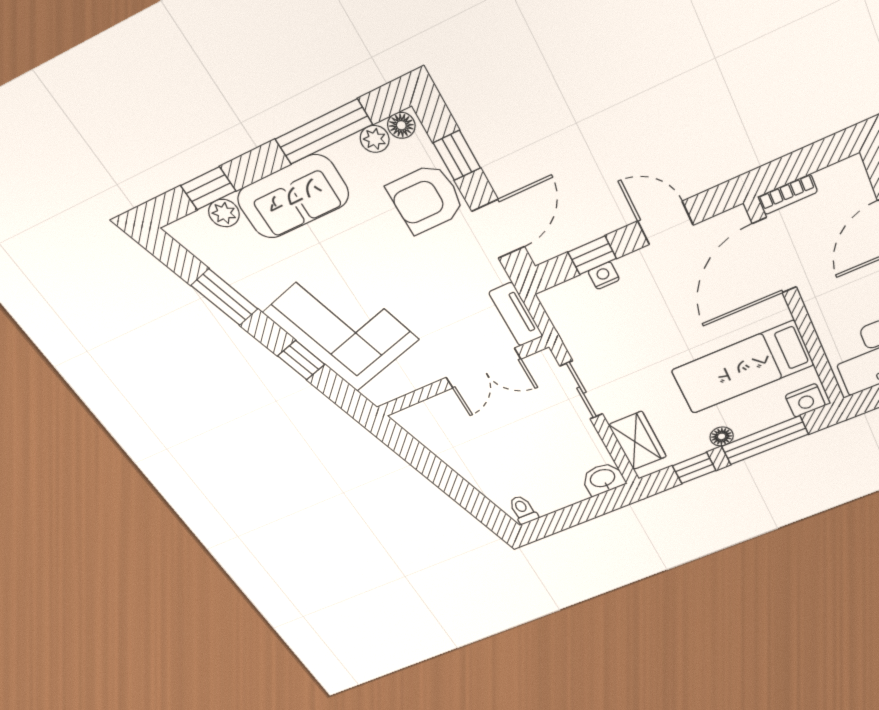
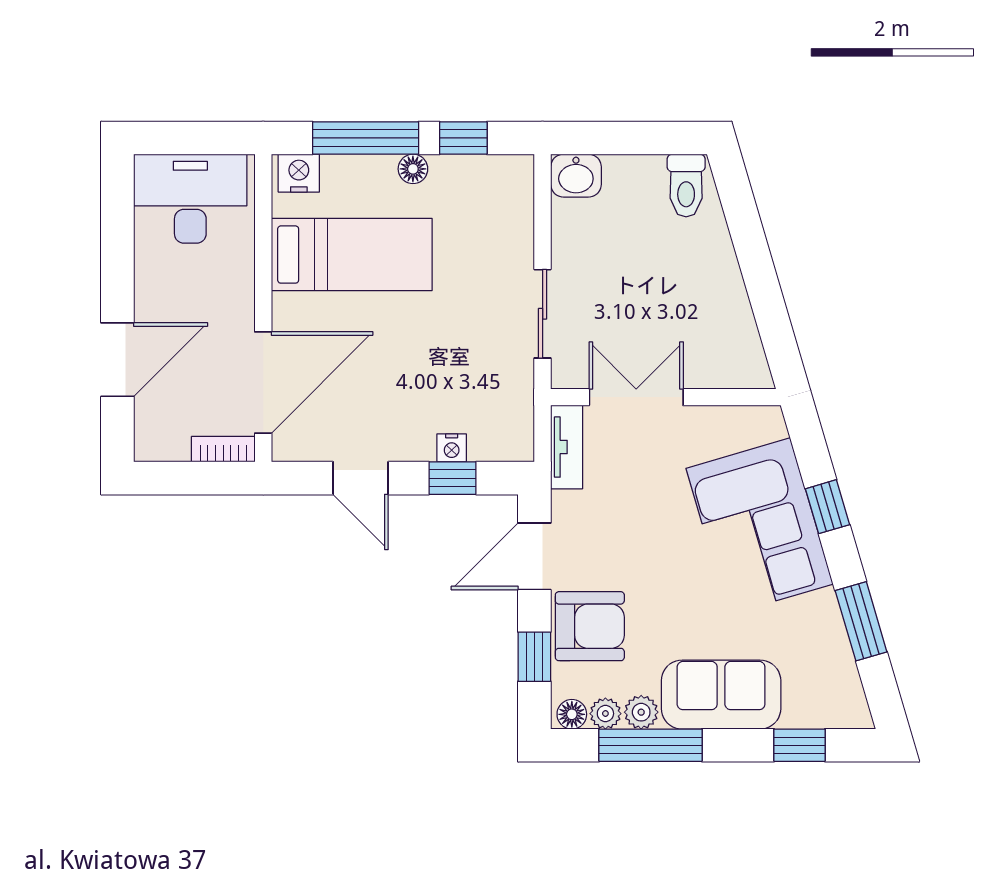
plant: (224, 213) -> (641, 712), moved
wardrobe: (638, 441) -> (511, 211), removed
toilet: (523, 510) -> (686, 186), width x1.37, depth x1.39

